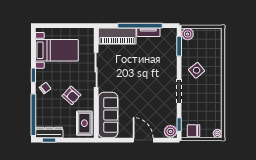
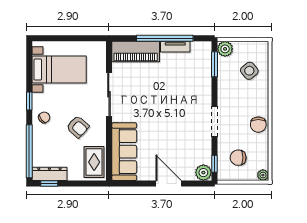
side table: (197, 70) -> (249, 71), moved
chair: (214, 94) -> (258, 125), added
chair: (193, 131) -> (238, 158), moved

